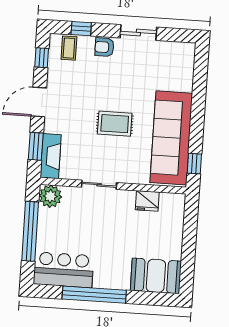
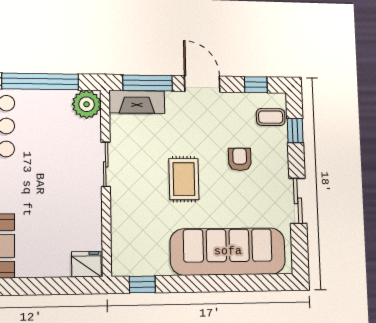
armchair: (104, 47) -> (240, 159), moved
sofa: (171, 138) -> (228, 251), moved
window: (36, 146) -> (148, 83), width x1.44
fridge: (147, 201) -> (86, 264), moved, turned 90

